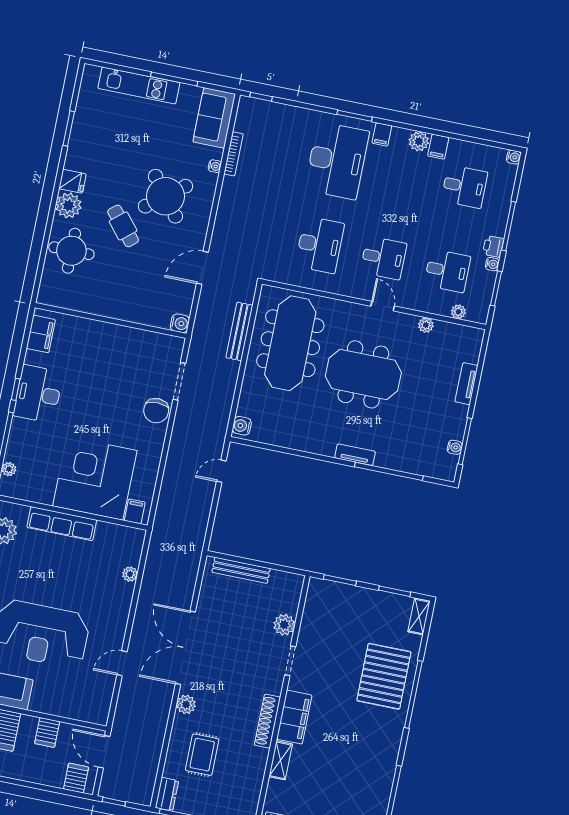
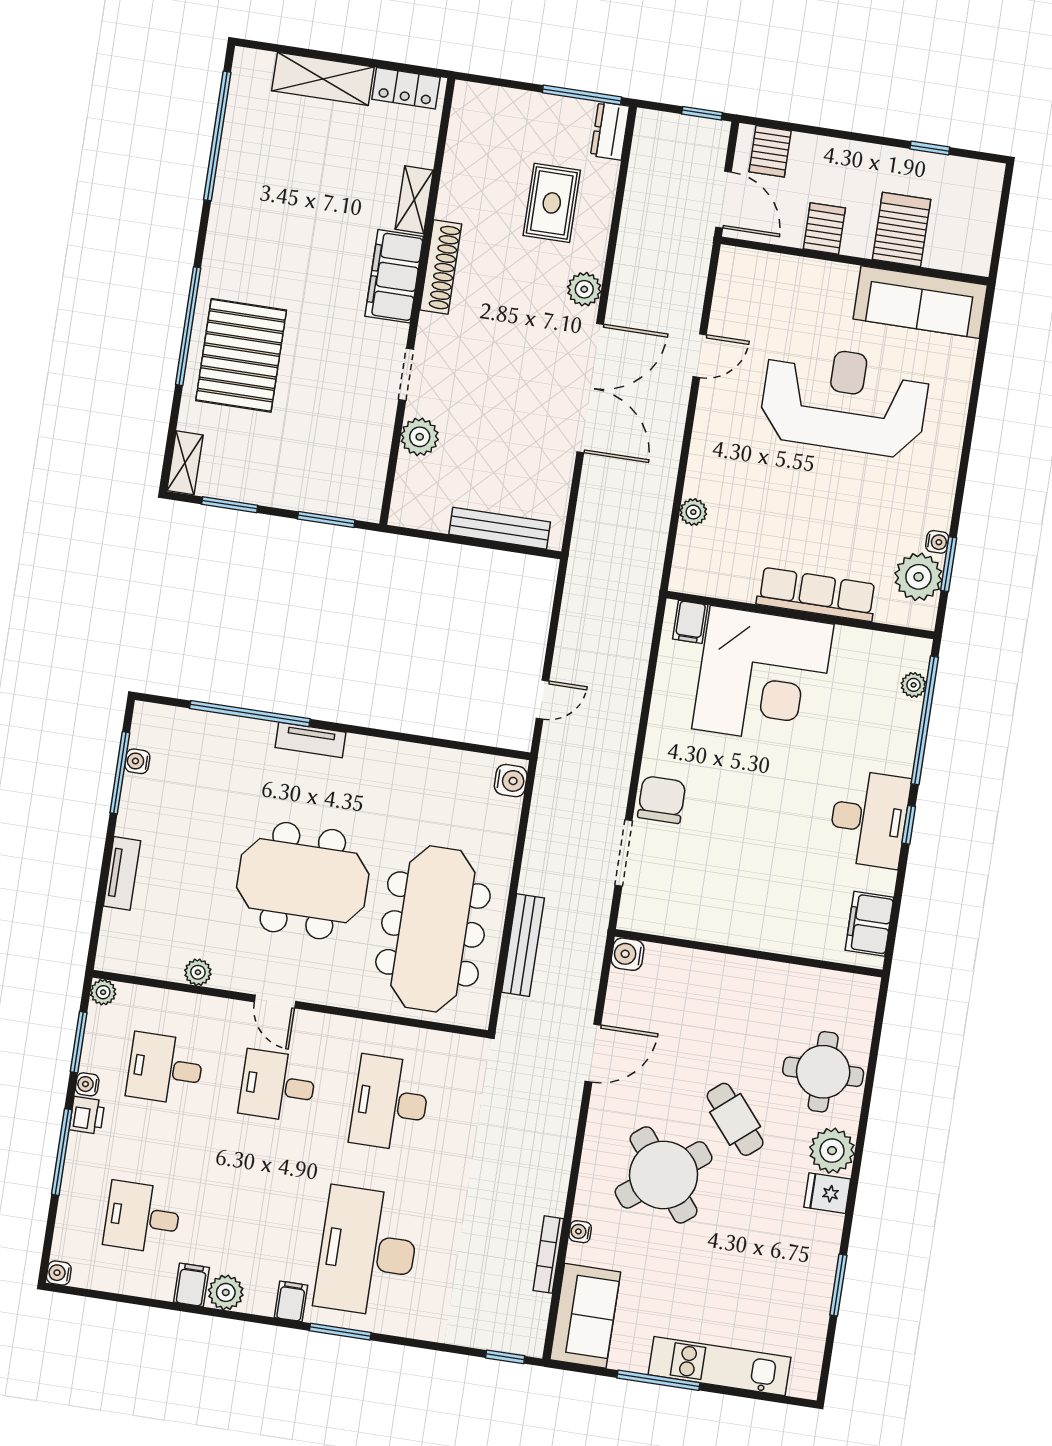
plant: (458, 312) -> (103, 992), moved

